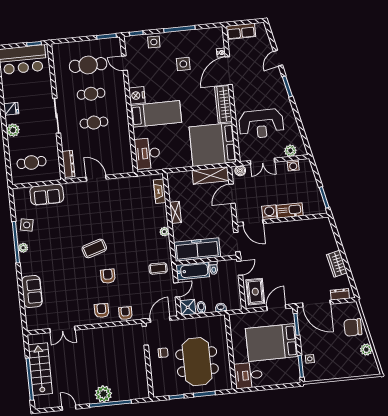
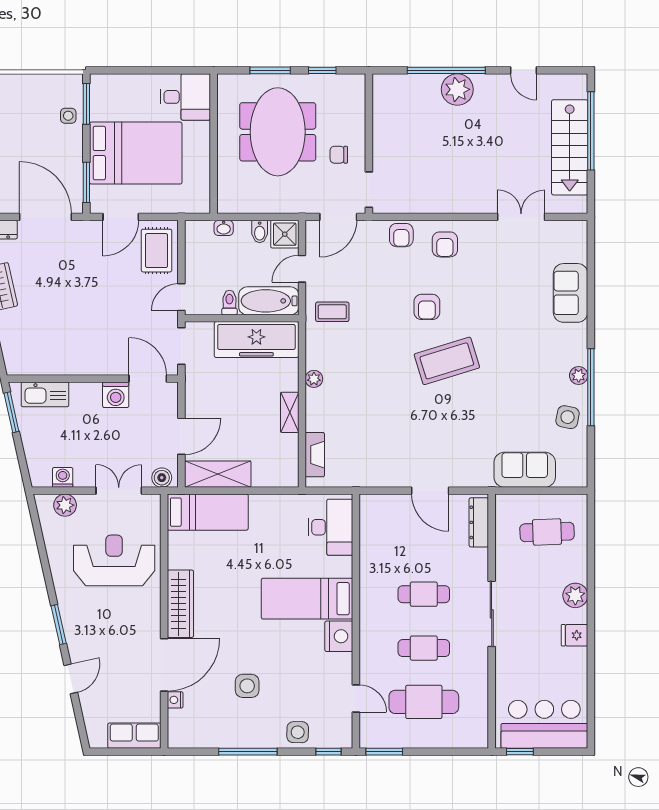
bed: (213, 145) -> (208, 512), width x0.49
kitchen sink: (290, 211) -> (45, 394), moved
coffee table: (94, 248) -> (447, 361), width x1.36, depth x1.32

